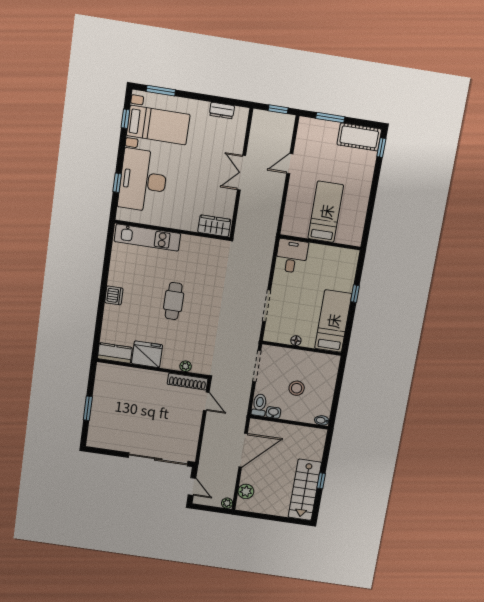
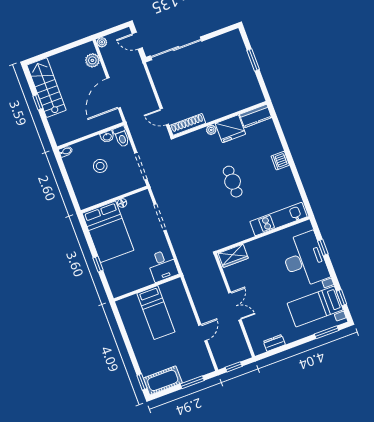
bed: (333, 321) -> (108, 232), width x1.50
plant: (186, 366) -> (211, 130), moved

